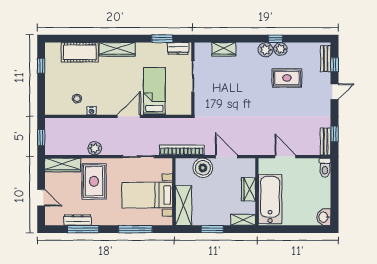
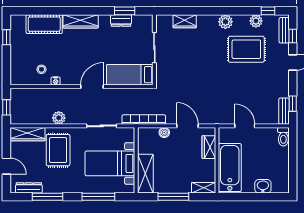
window: (275, 39) -> (268, 11), moved
dresser: (178, 48) -> (121, 20), moved
plant: (280, 49) -> (256, 21), moved
rug: (287, 78) -> (246, 49), width x1.36, depth x1.43
bed: (154, 91) -> (130, 75), moved, turned -90
boiler: (203, 168) -> (164, 132), width x0.54, depth x0.54
wardrobe: (249, 189) -> (209, 147), moved
washbasin: (324, 217) -> (263, 186), moved, turned 90
dresser: (78, 220) -> (29, 188), moved
window: (212, 229) -> (173, 197), width x1.44

